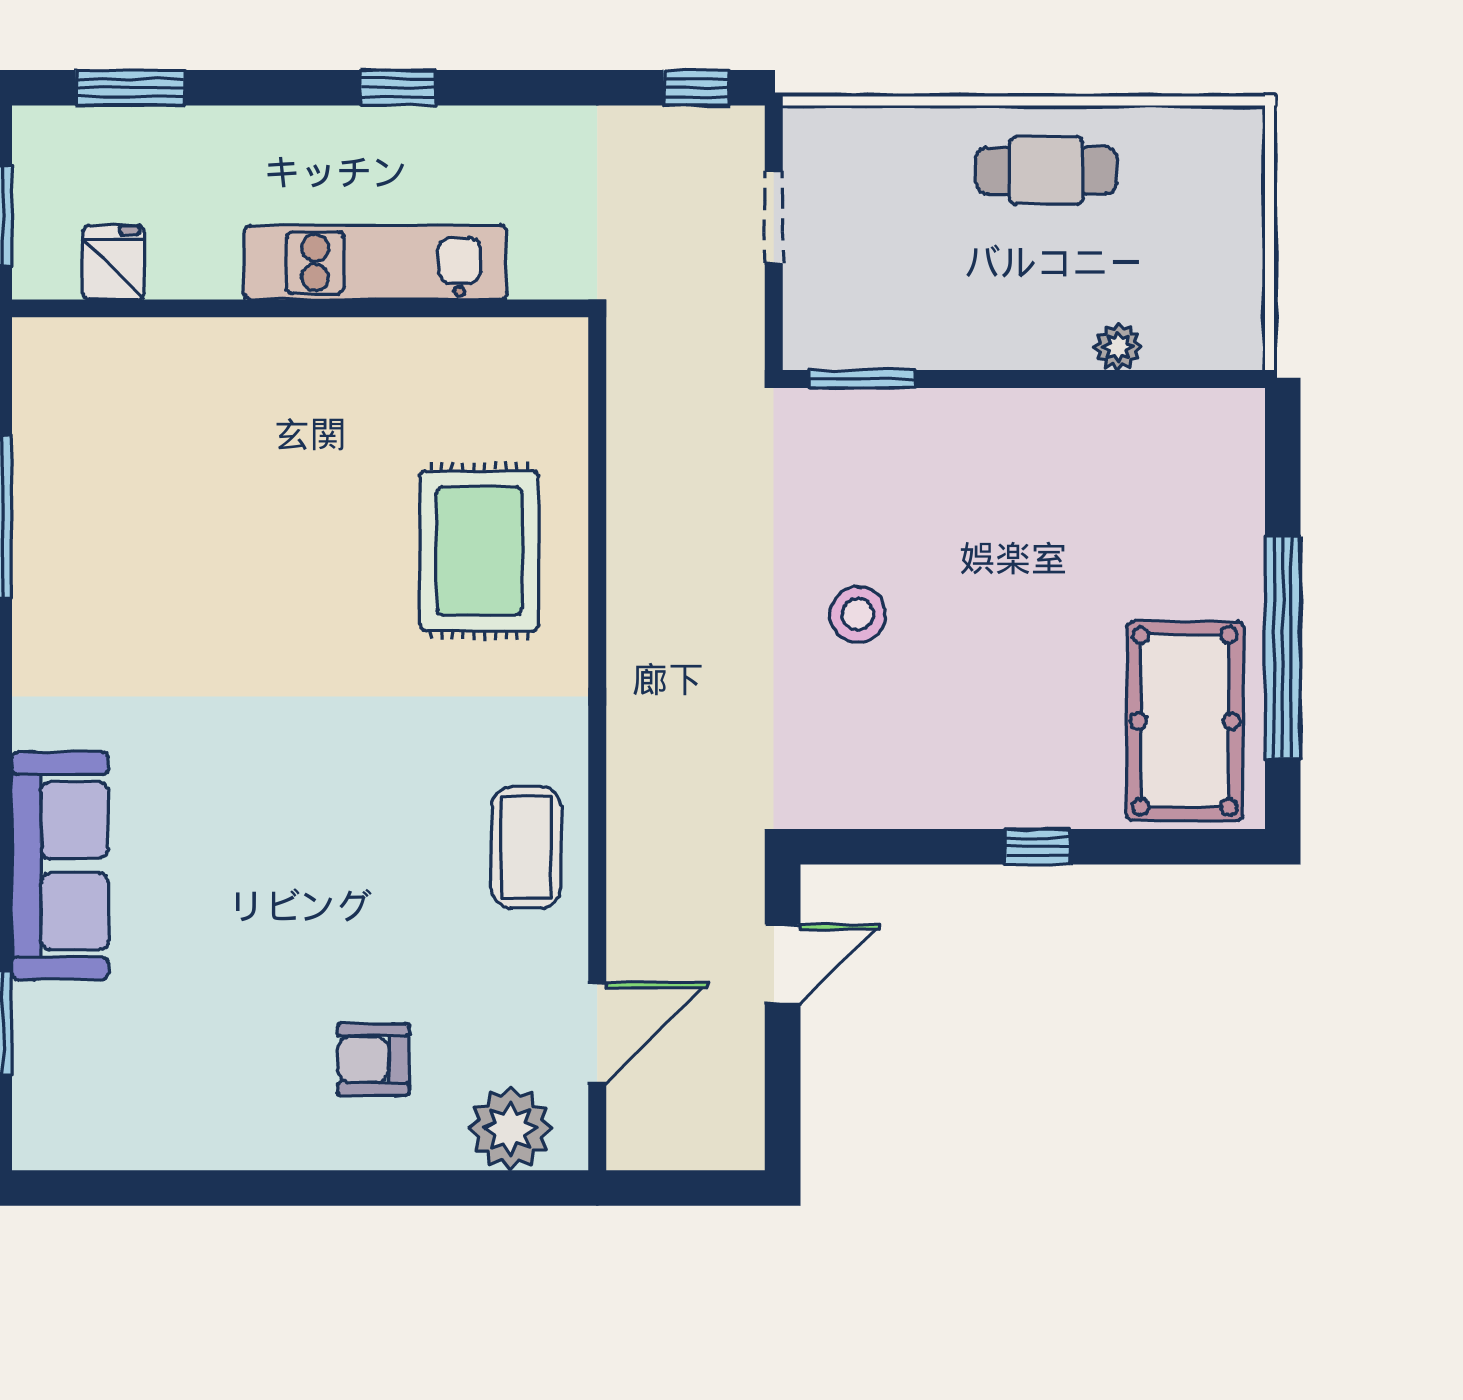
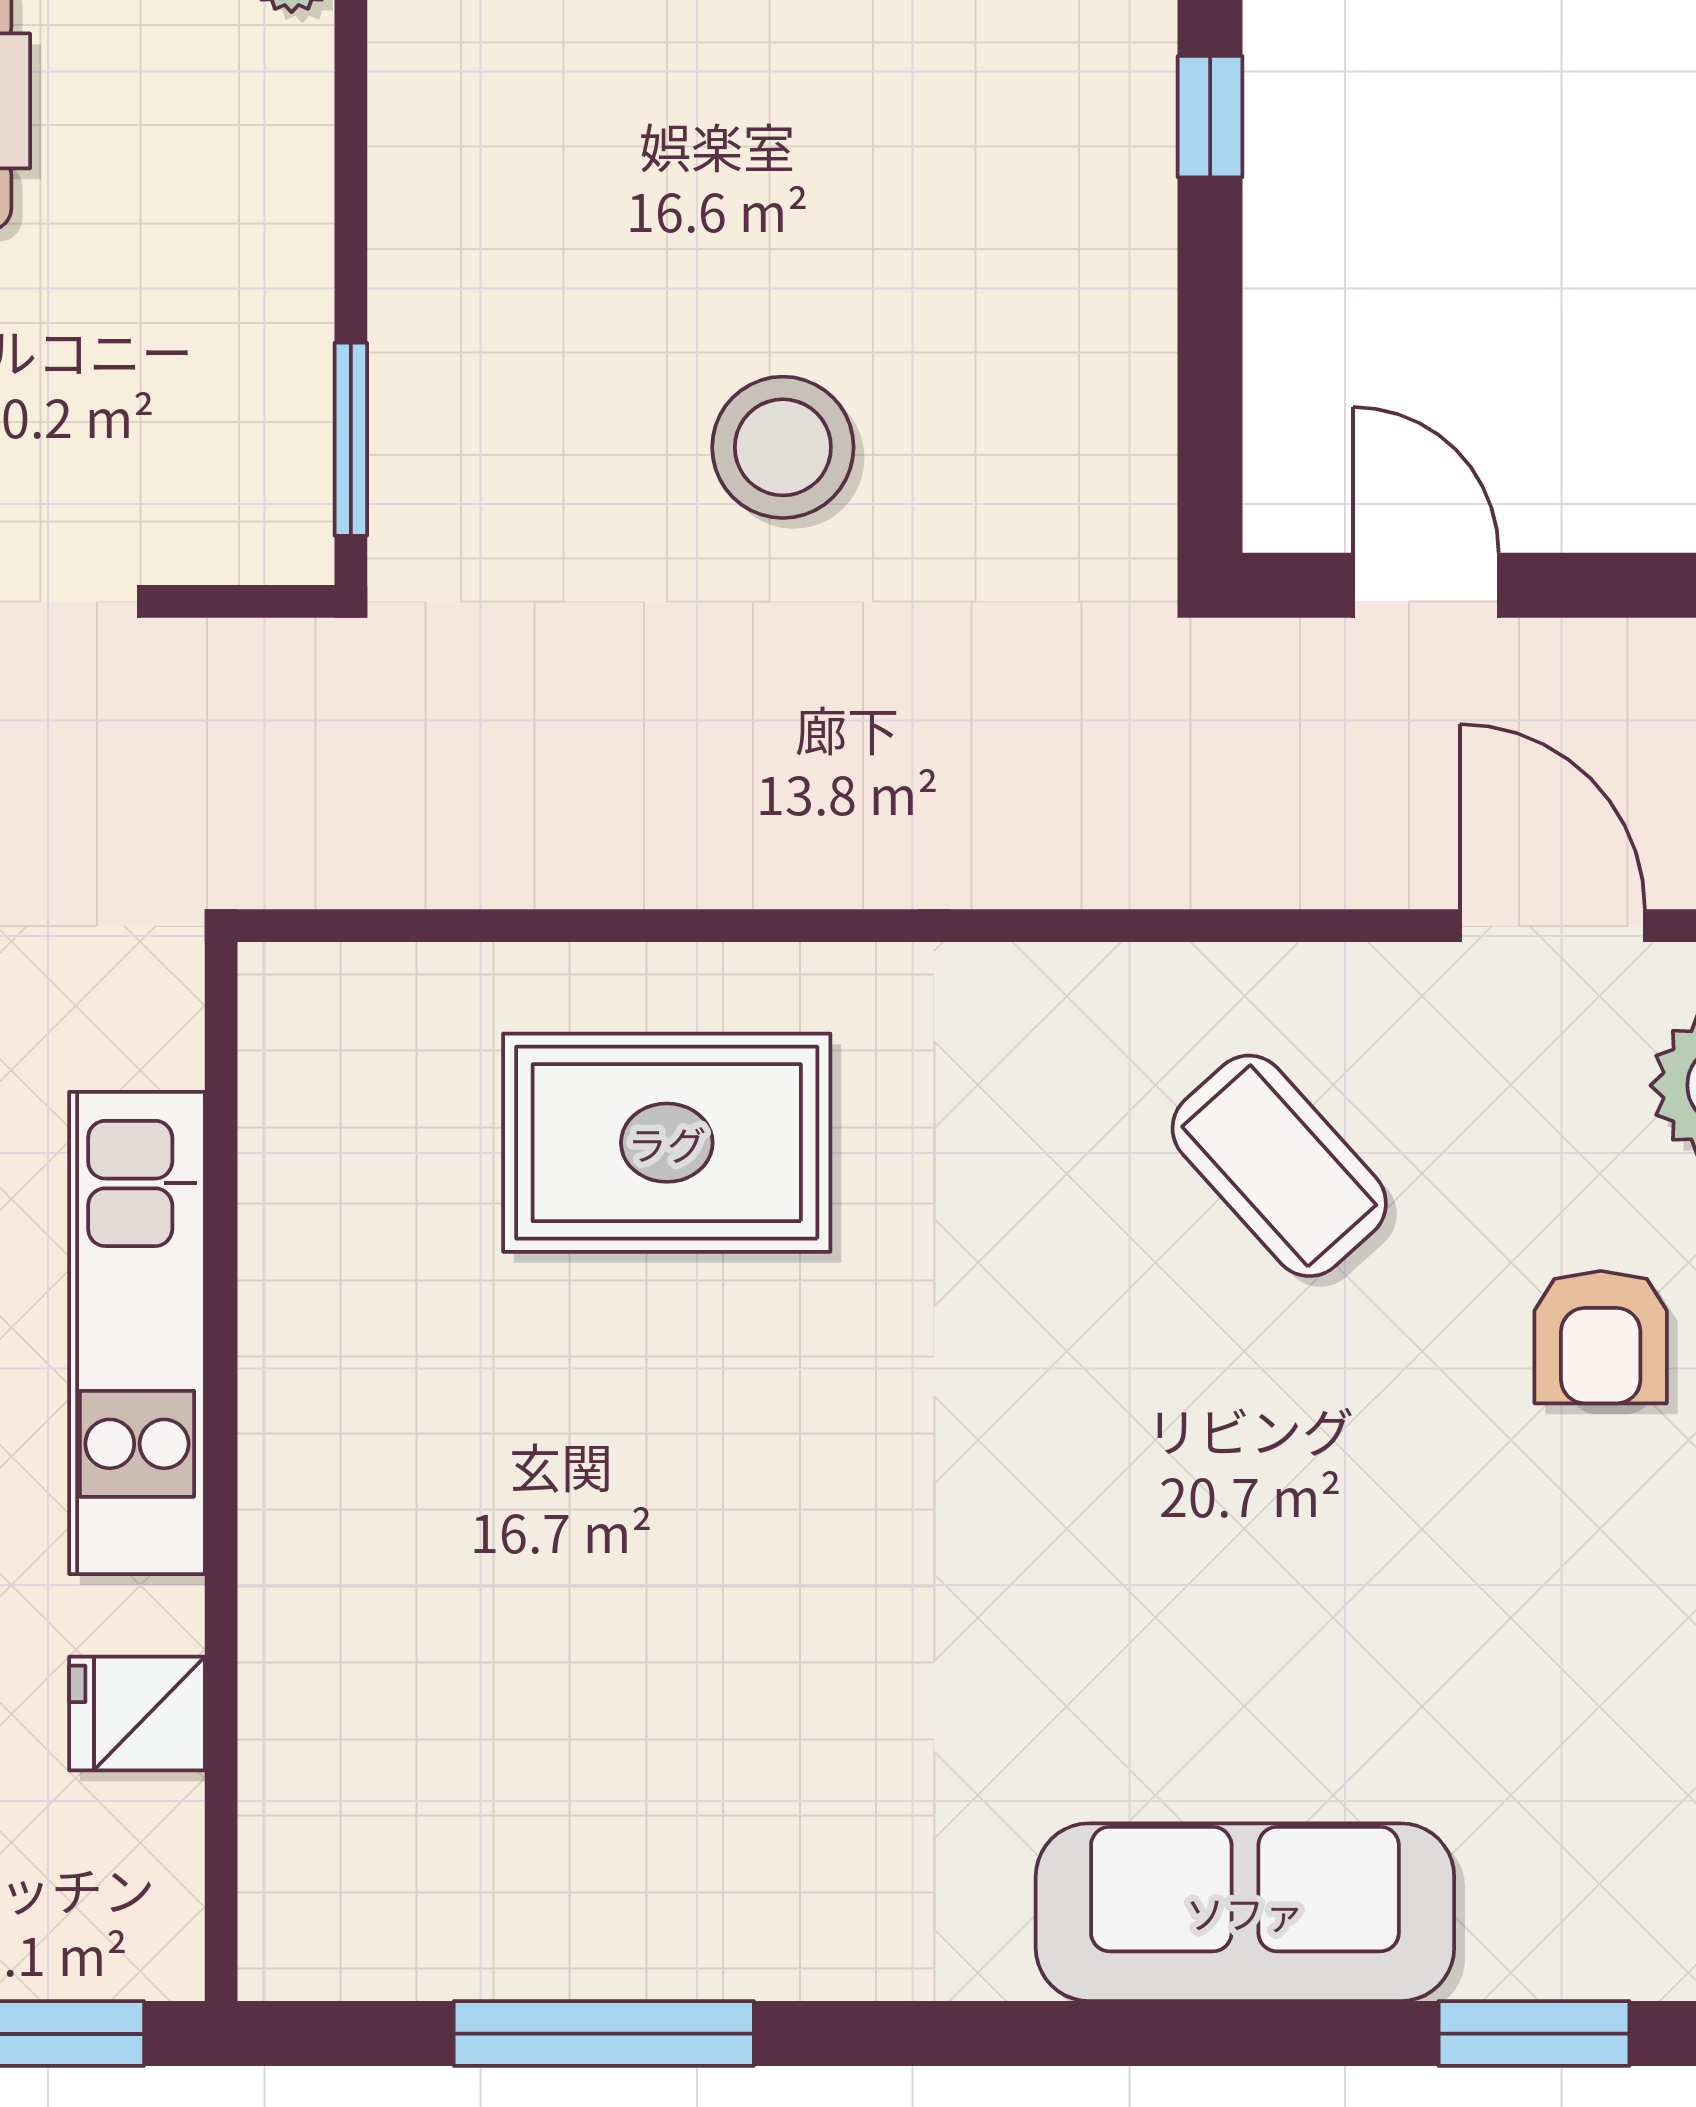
fridge: (113, 263) -> (137, 1713), moved
stool: (858, 614) -> (783, 447), width x1.38, depth x1.38
coffee table: (526, 848) -> (1279, 1166), moved, turned 48

